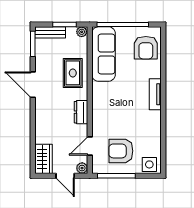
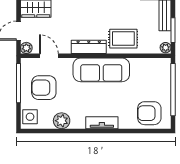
sofa: (103, 54) -> (101, 70), moved
dresser: (81, 112) -> (89, 47), width x1.44
plant: (153, 134) -> (62, 121), added
armchair: (121, 151) -> (44, 88), turned -90

